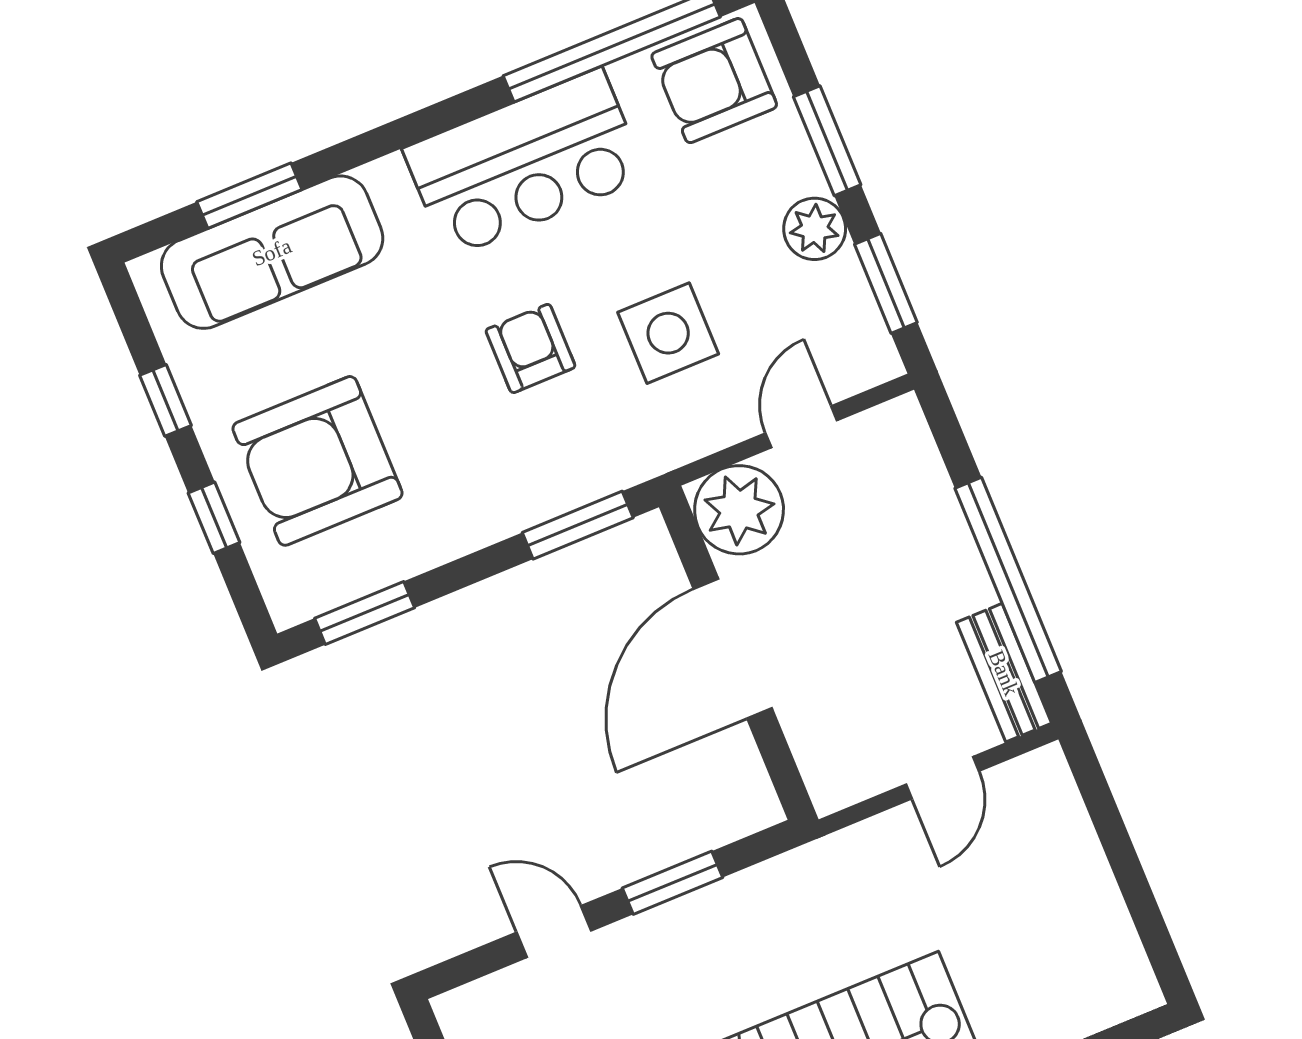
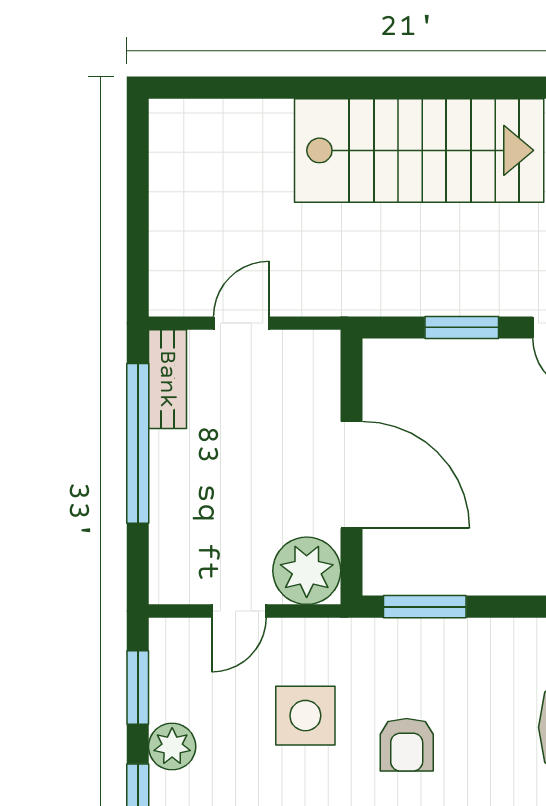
door: (733, 649) -> (351, 475), hinge flipped

